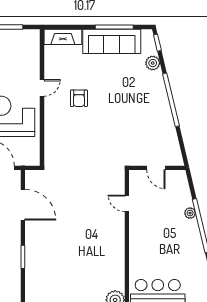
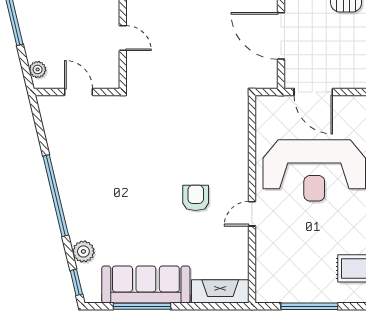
plant: (190, 213) -> (38, 69), moved

